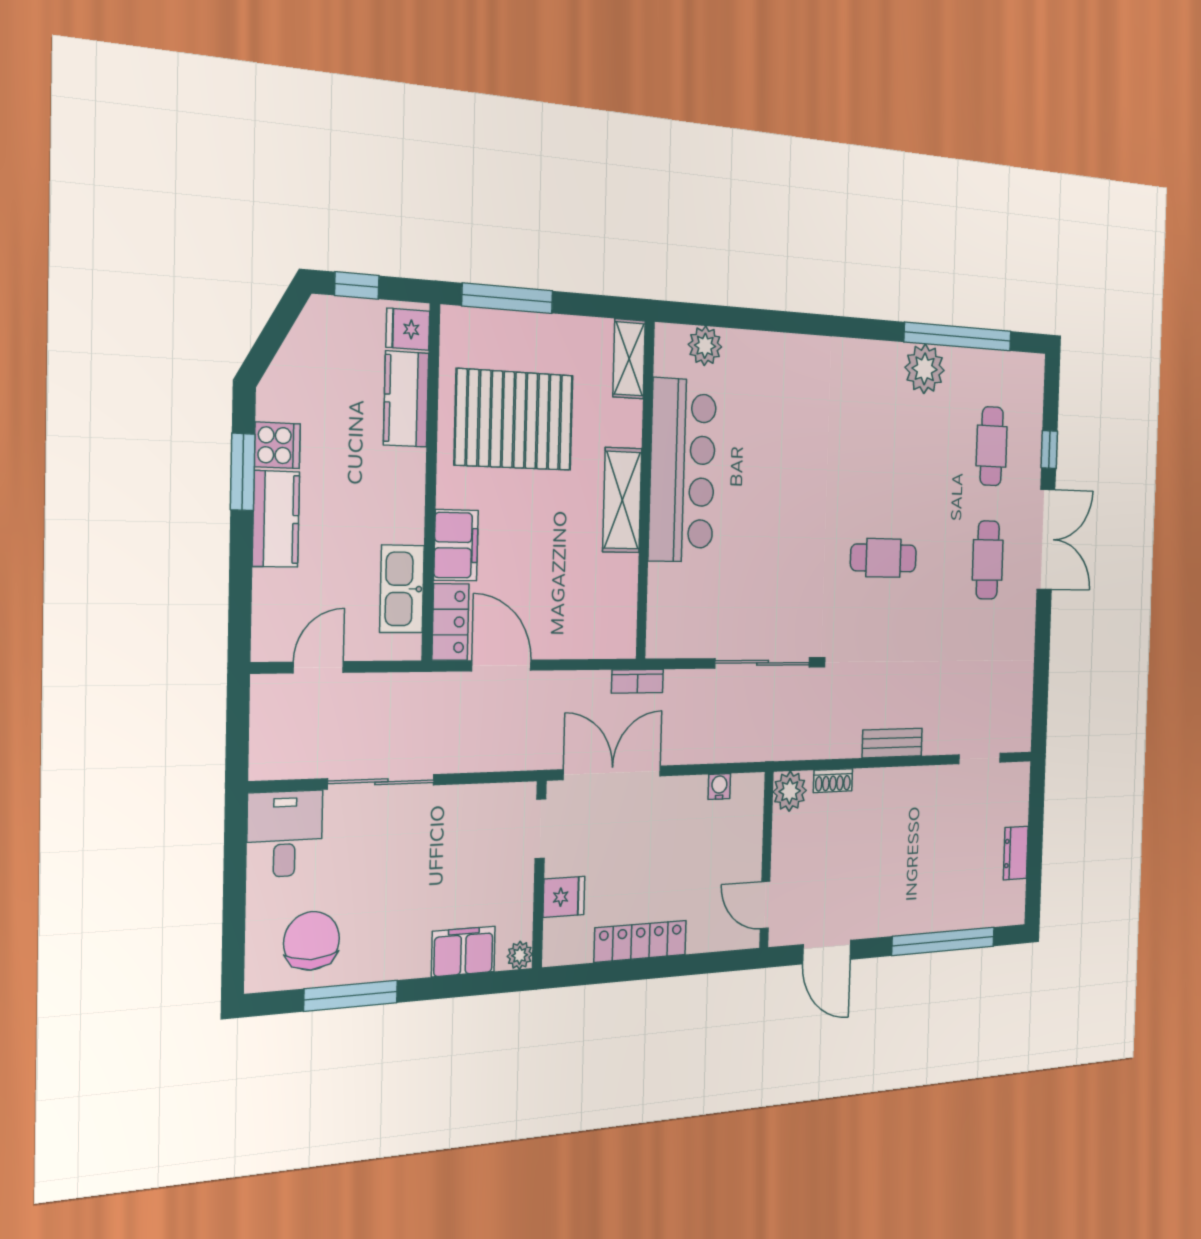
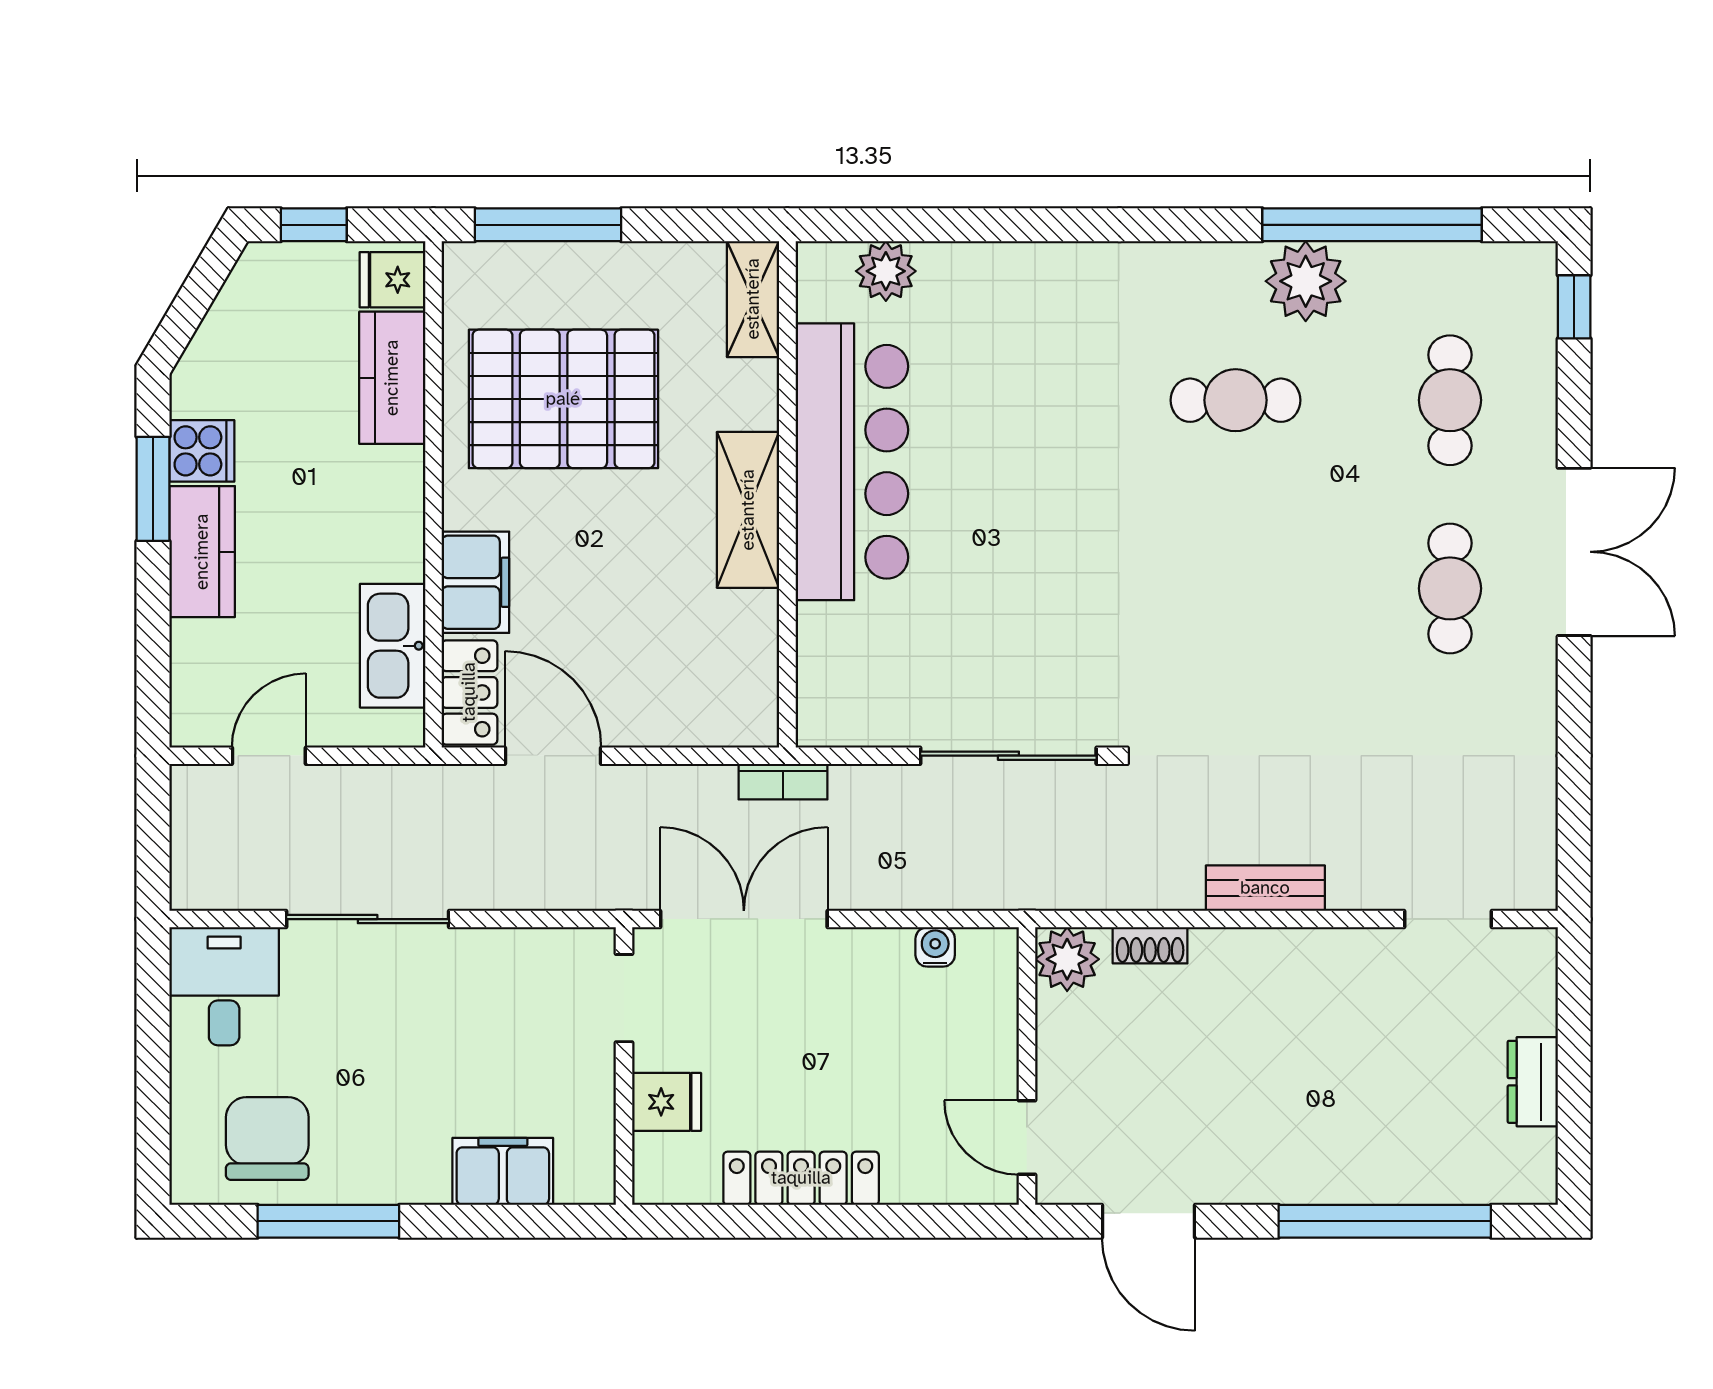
window: (1049, 450) -> (1574, 307), moved
cafe table: (883, 558) -> (1236, 400), moved
plant: (520, 955) -> (595, 1184), removed

